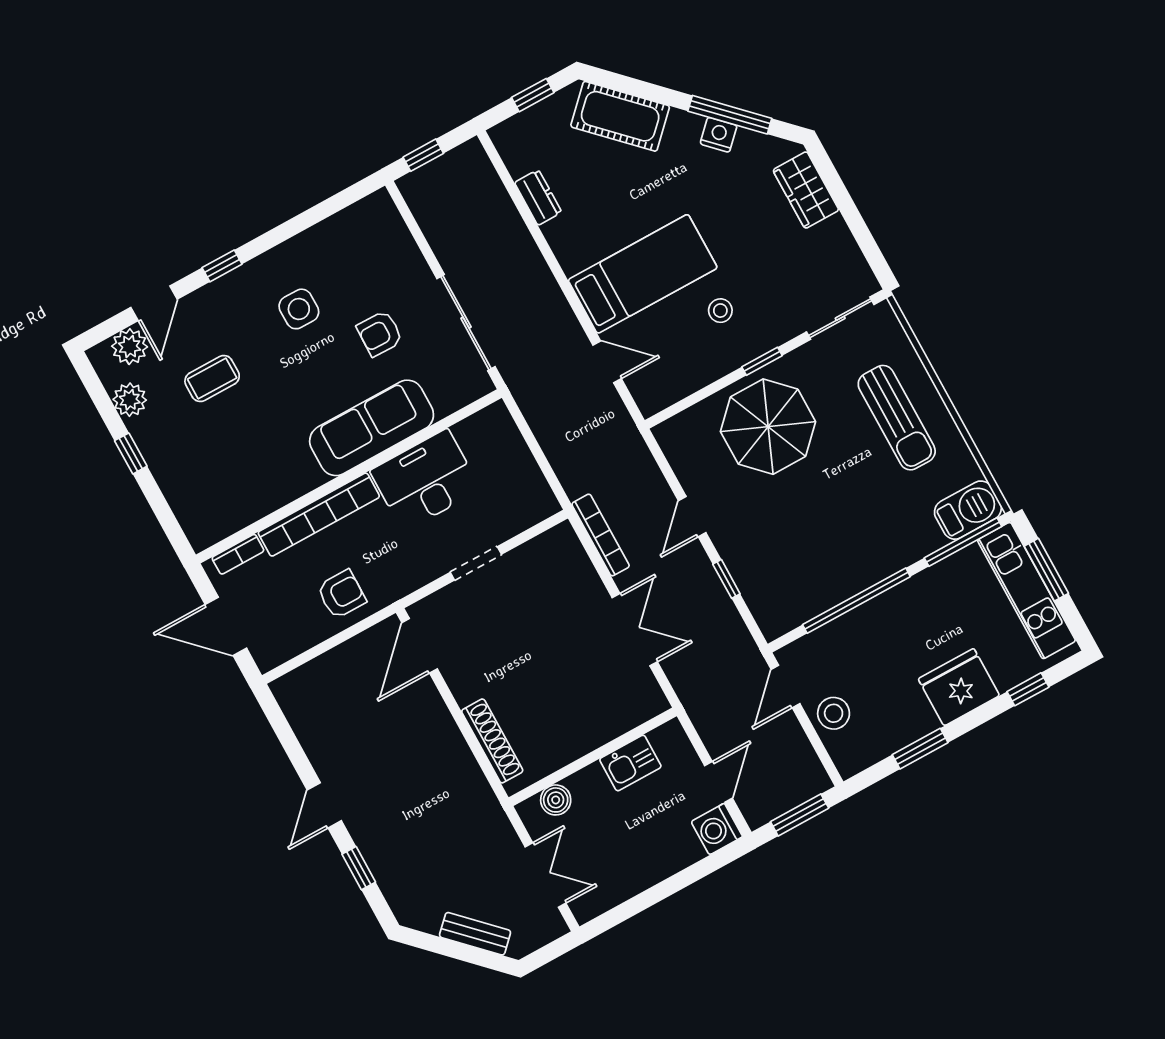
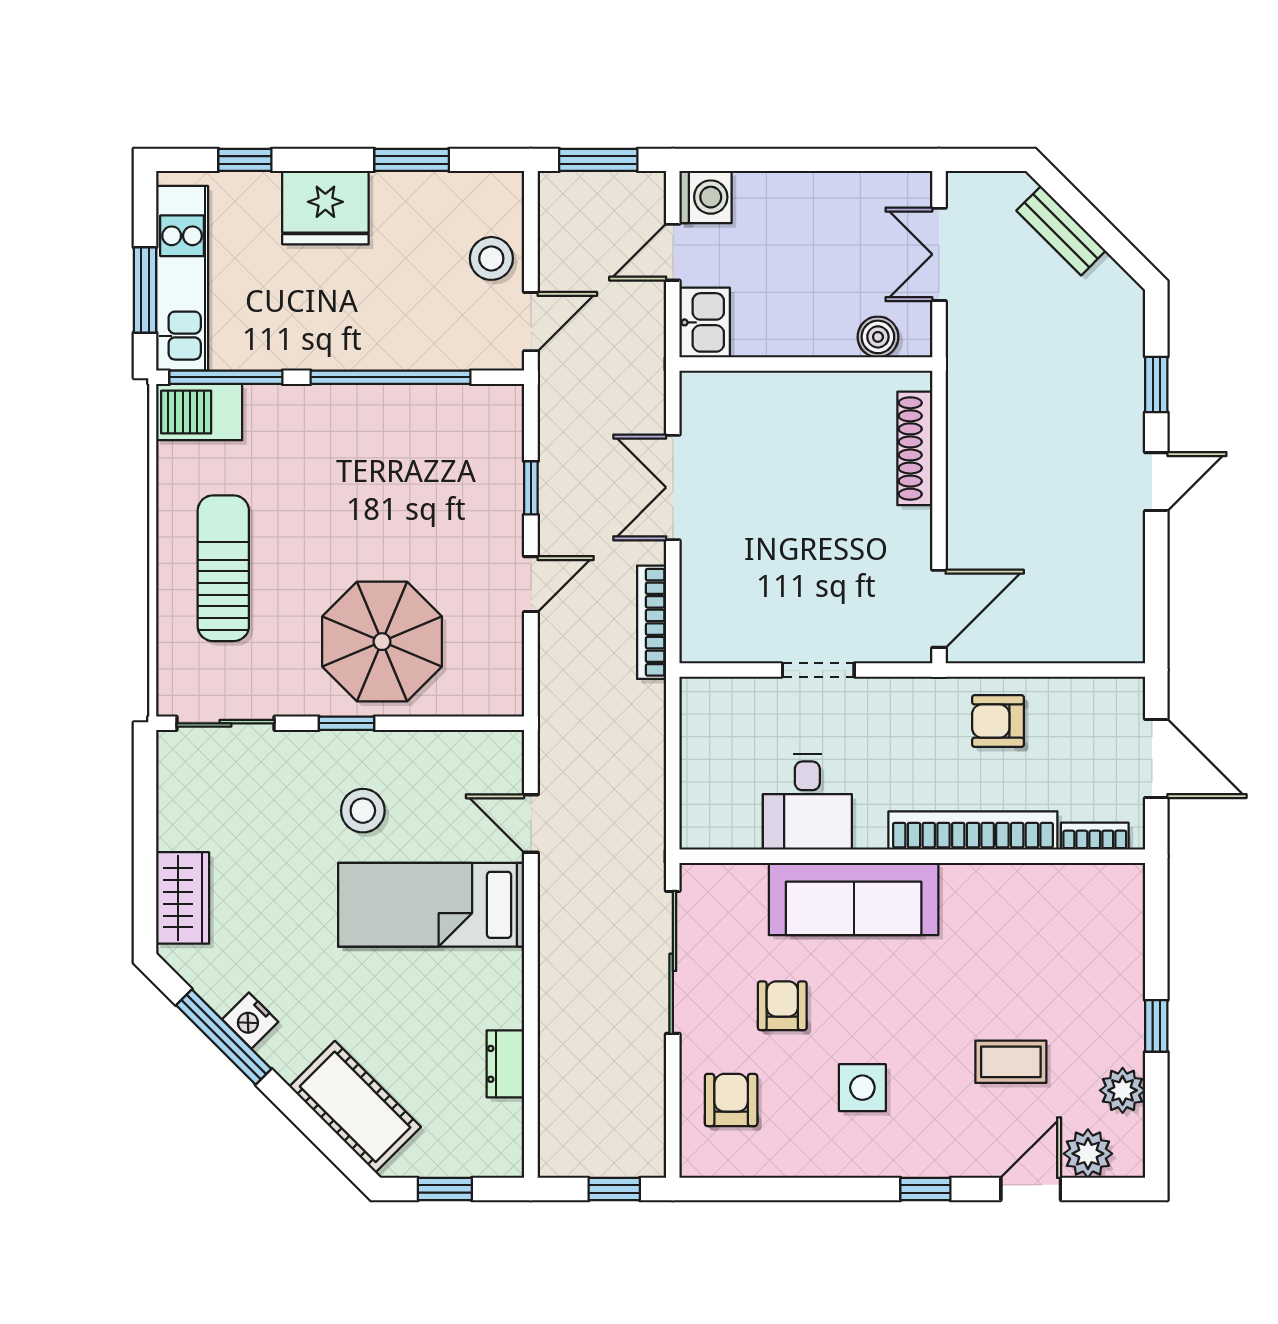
armchair: (379, 254) -> (731, 1100), added
stool: (720, 311) -> (363, 811), width x1.37, depth x1.37
armchair: (380, 333) -> (782, 1006), turned -91
desk: (425, 480) -> (807, 802), width x0.73
kitchen sink: (630, 763) -> (705, 322), moved, turned 90

